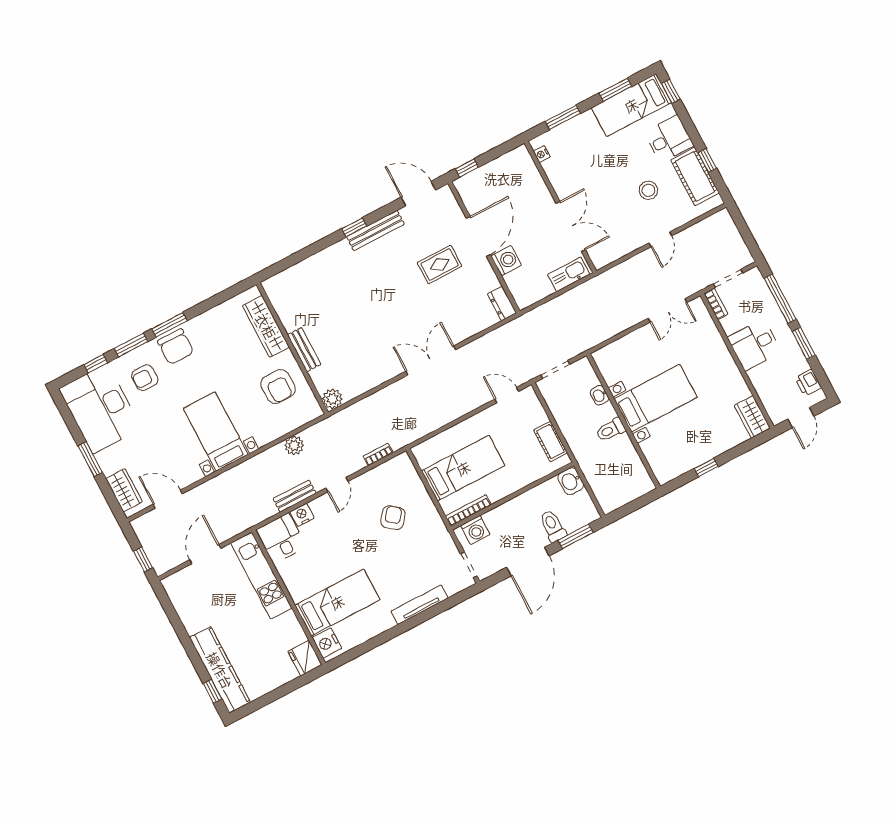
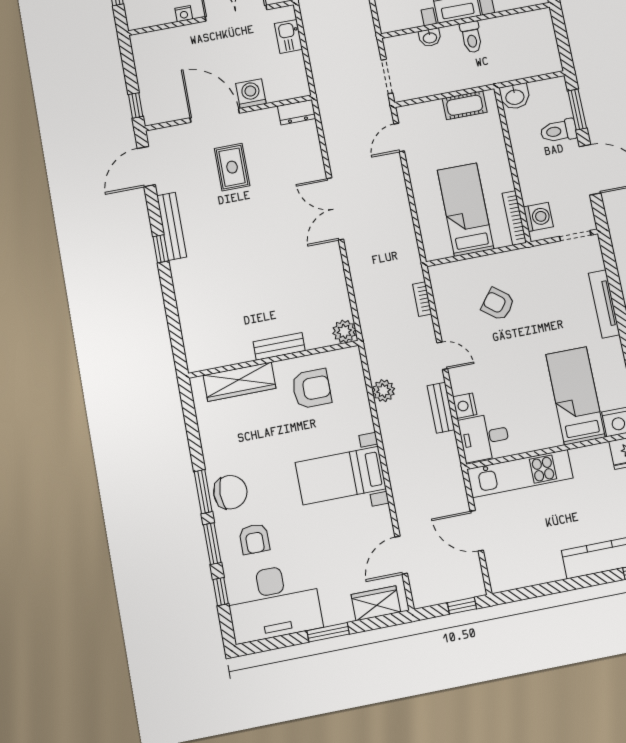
nightstand: (542, 154) -> (184, 14), moved
kitchen sink: (569, 274) -> (288, 36), width x0.73

